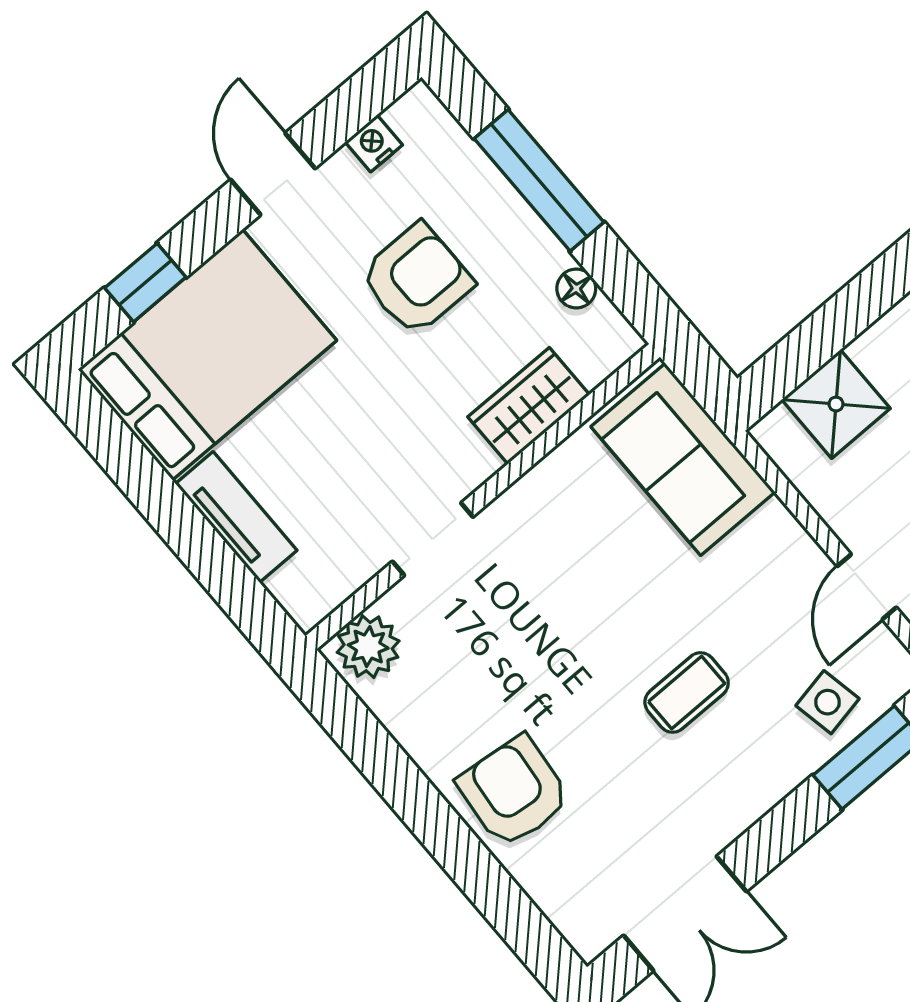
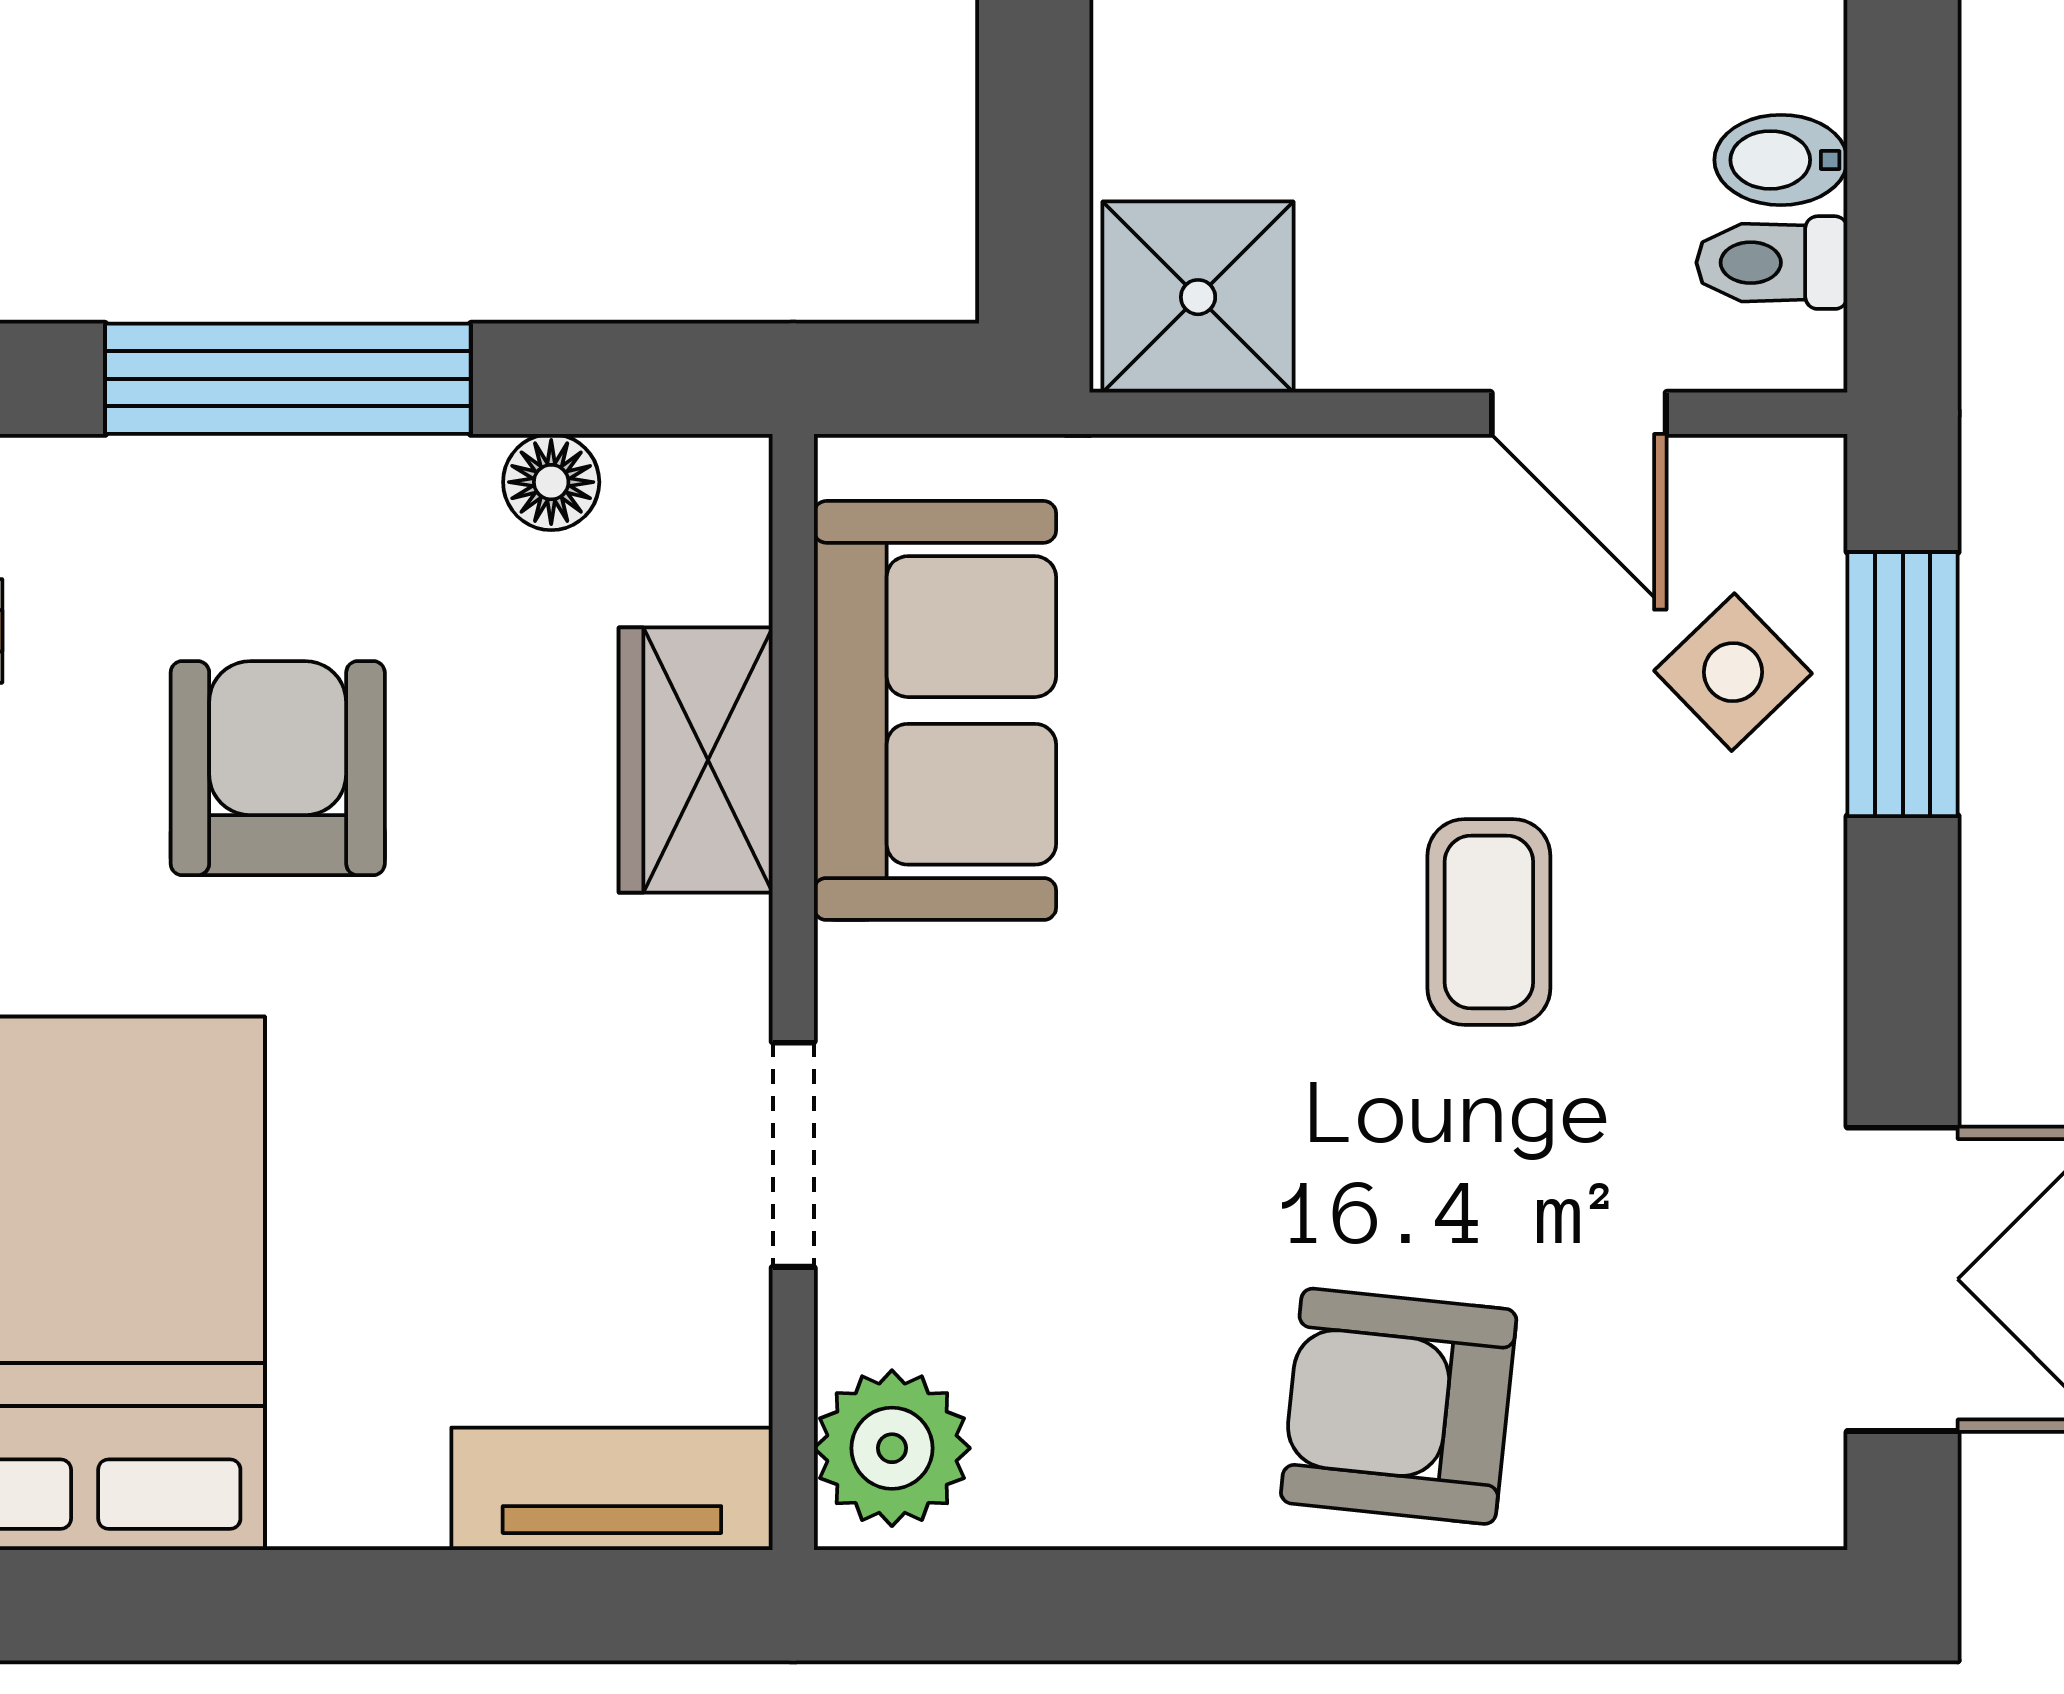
shower: (836, 404) -> (1198, 297), moved
sofa: (683, 459) -> (935, 710), moved, turned -90
tv unit: (236, 517) -> (612, 1489), moved
side table: (828, 702) -> (1733, 672), turned -33

